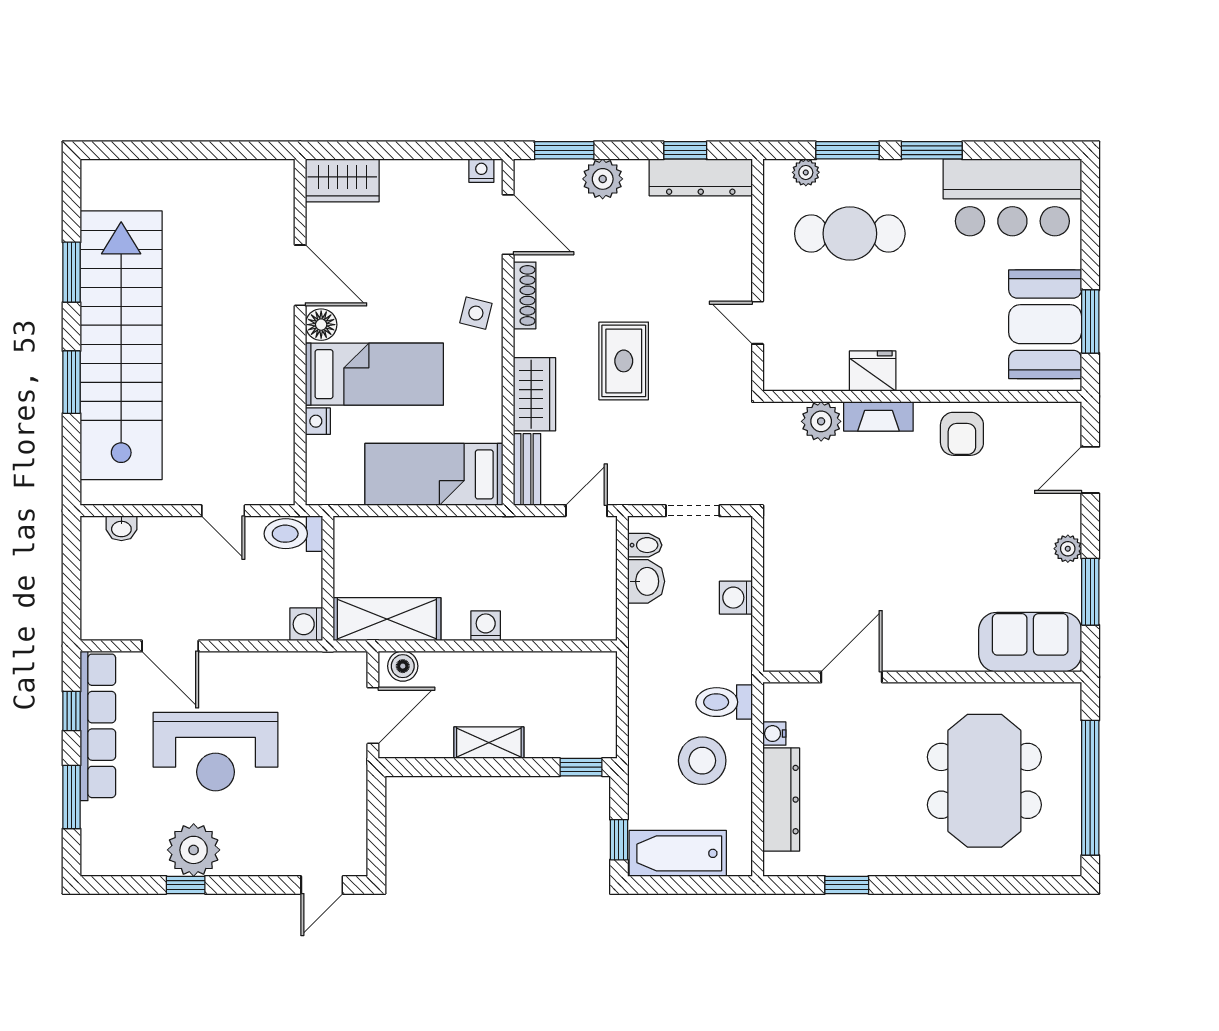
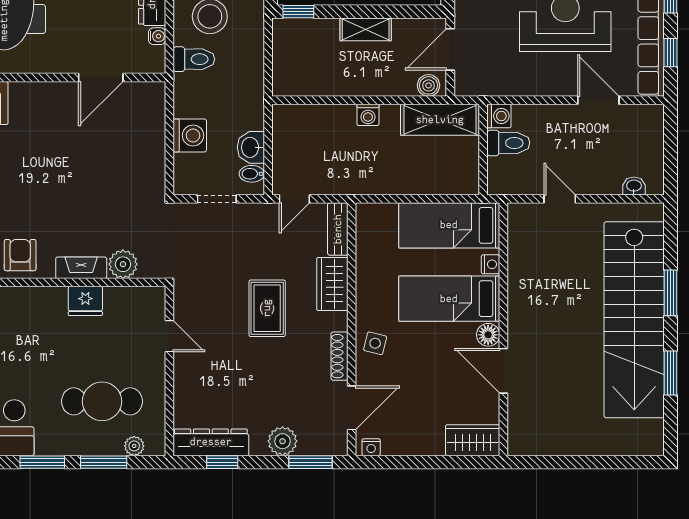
door: (508, 225) -> (352, 408), swing flipped
bed: (434, 474) -> (449, 225), moved, turned 180
toilet: (293, 534) -> (508, 143), moved
washing machine: (736, 598) -> (190, 135), width x1.38, depth x1.38

